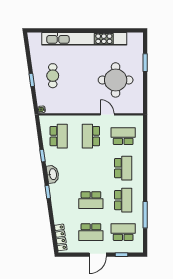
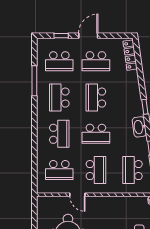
school desk: (91, 168) -> (96, 134), added
school desk: (123, 168) -> (59, 134), turned 180
school desk: (91, 200) -> (96, 98), turned -90
school desk: (91, 232) -> (96, 61), turned 180

